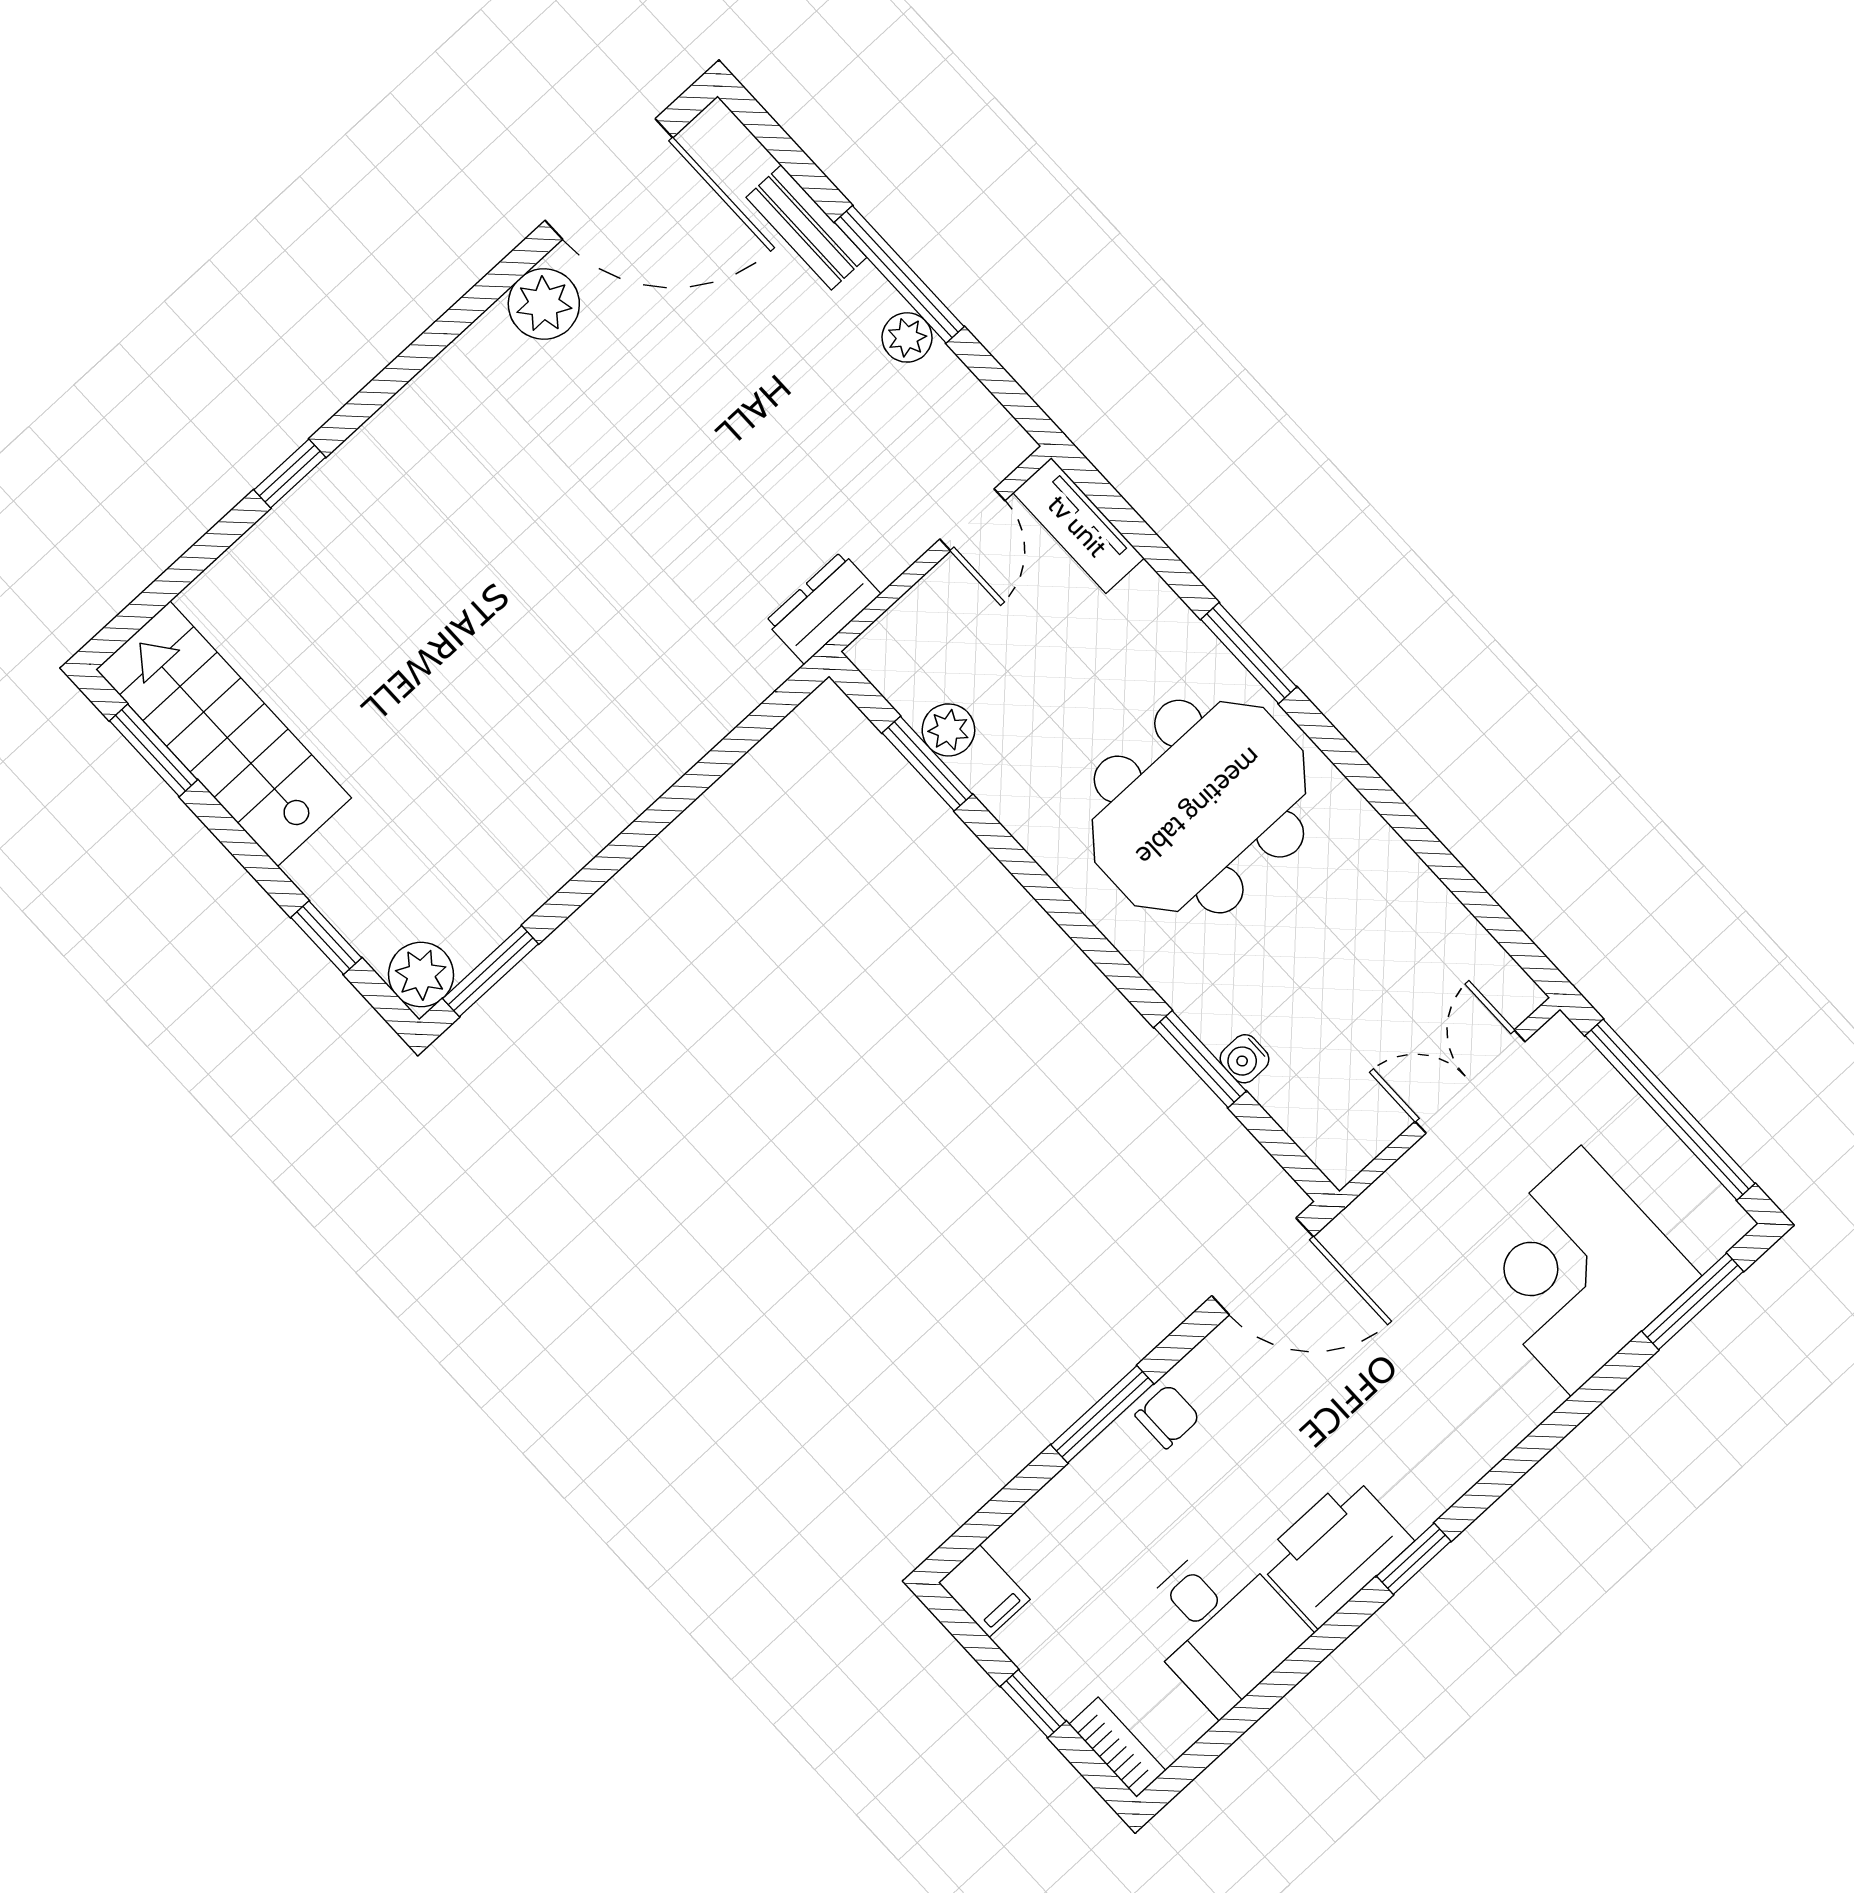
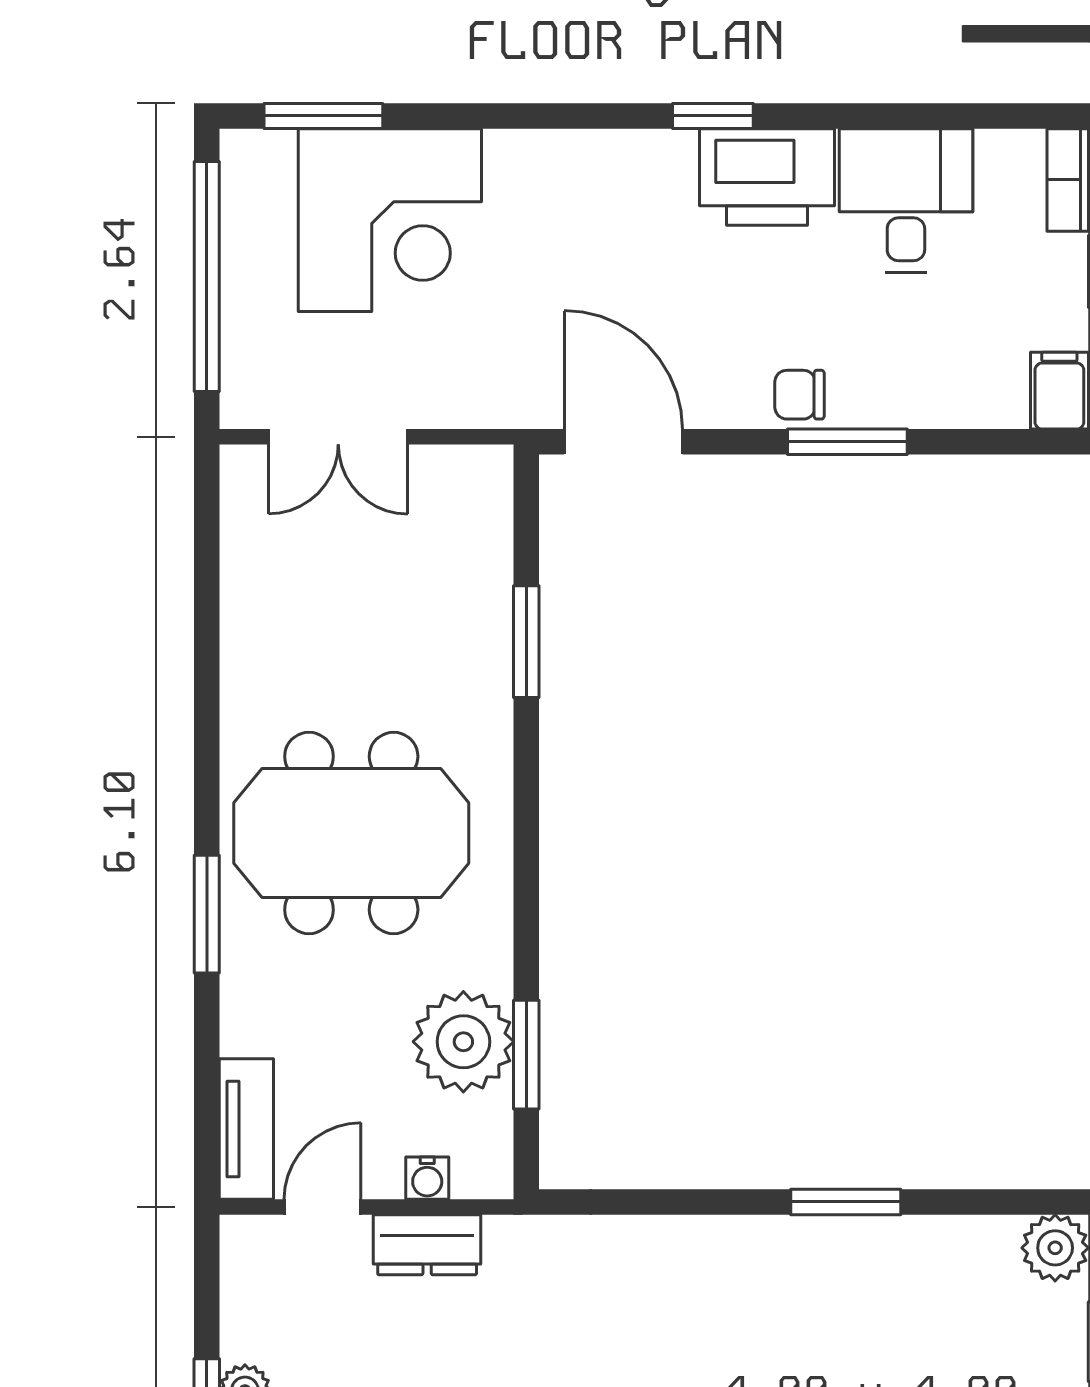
dresser: (823, 608) -> (427, 1245), moved
plant: (948, 730) -> (463, 1042), width x1.87, depth x1.87
window: (491, 971) -> (846, 1202), moved
water cooler: (1245, 1059) -> (427, 1178), moved, turned 90

